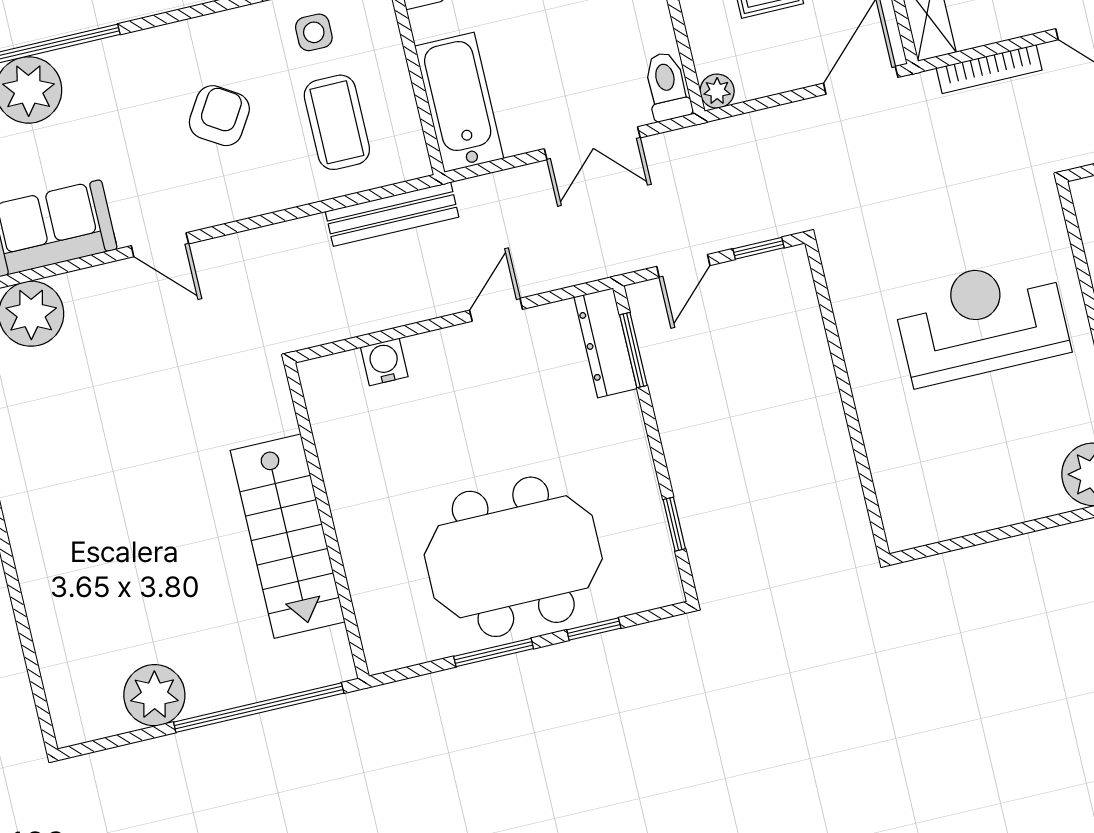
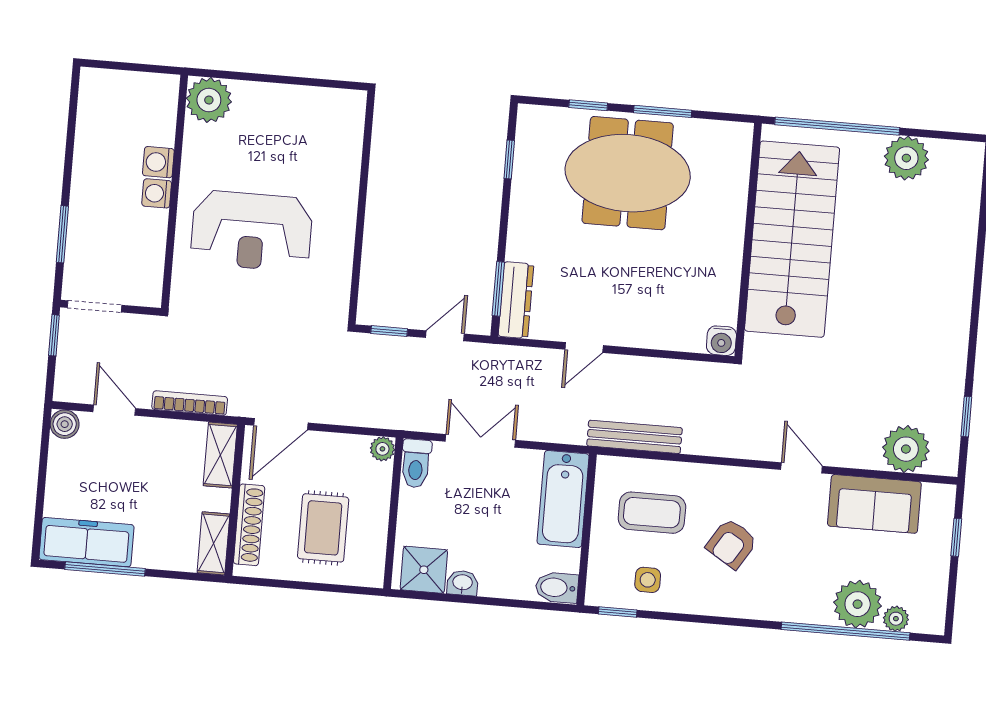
coffee table: (337, 122) -> (652, 513), turned 90
water cooler: (384, 362) -> (721, 341), moved
stairs: (288, 536) -> (792, 239), width x1.36, depth x1.51

